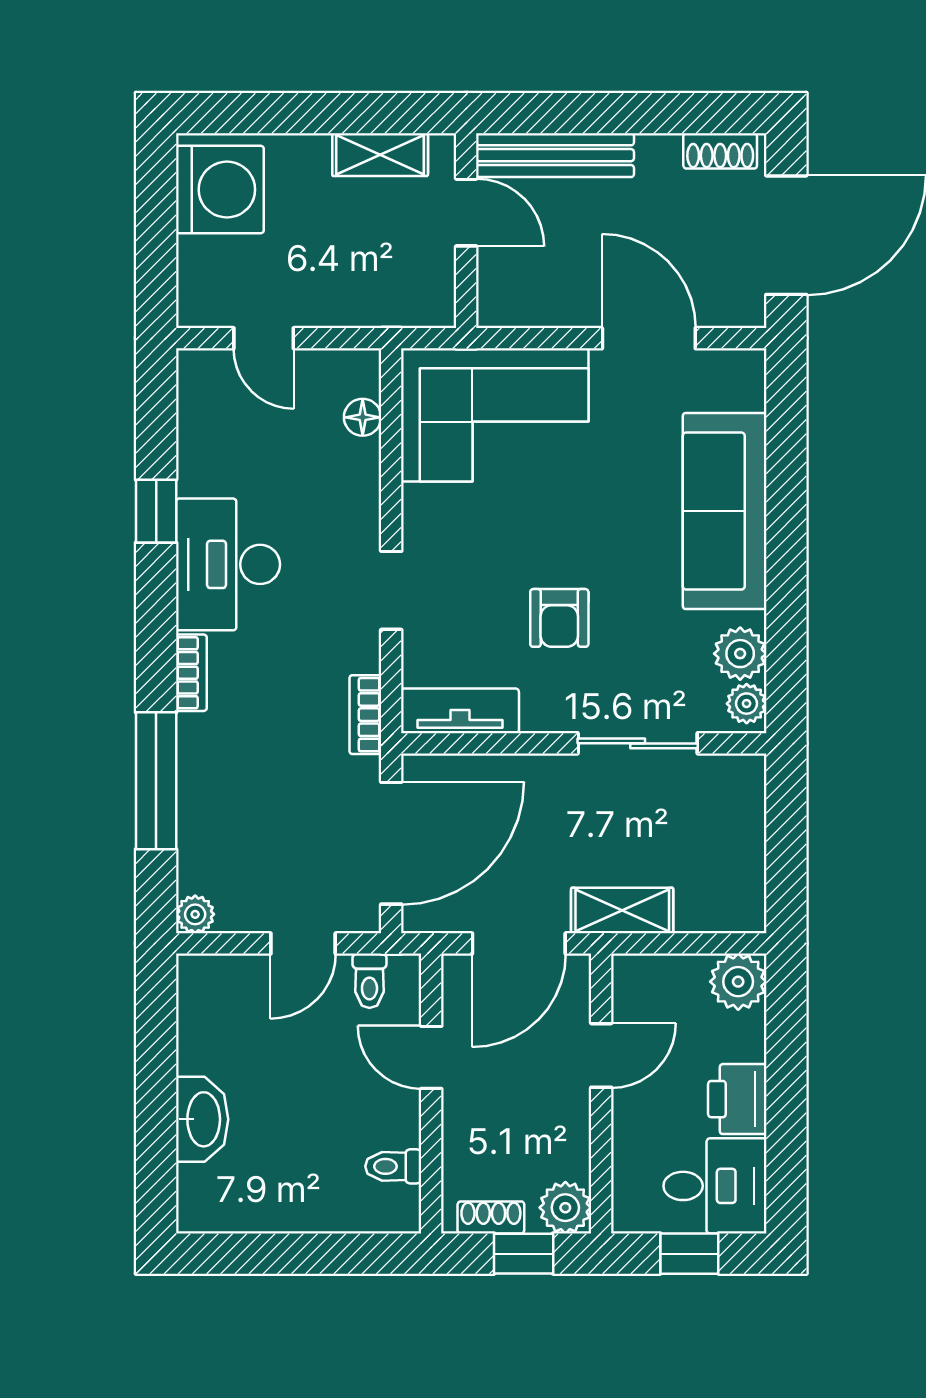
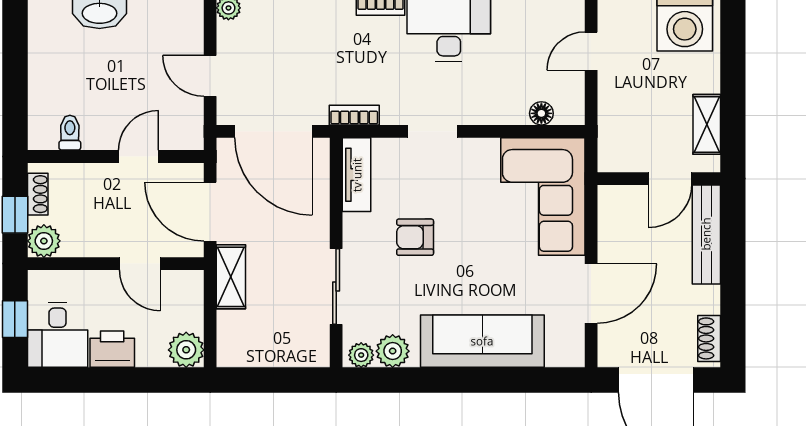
toilet: (369, 981) -> (187, 118), removed

